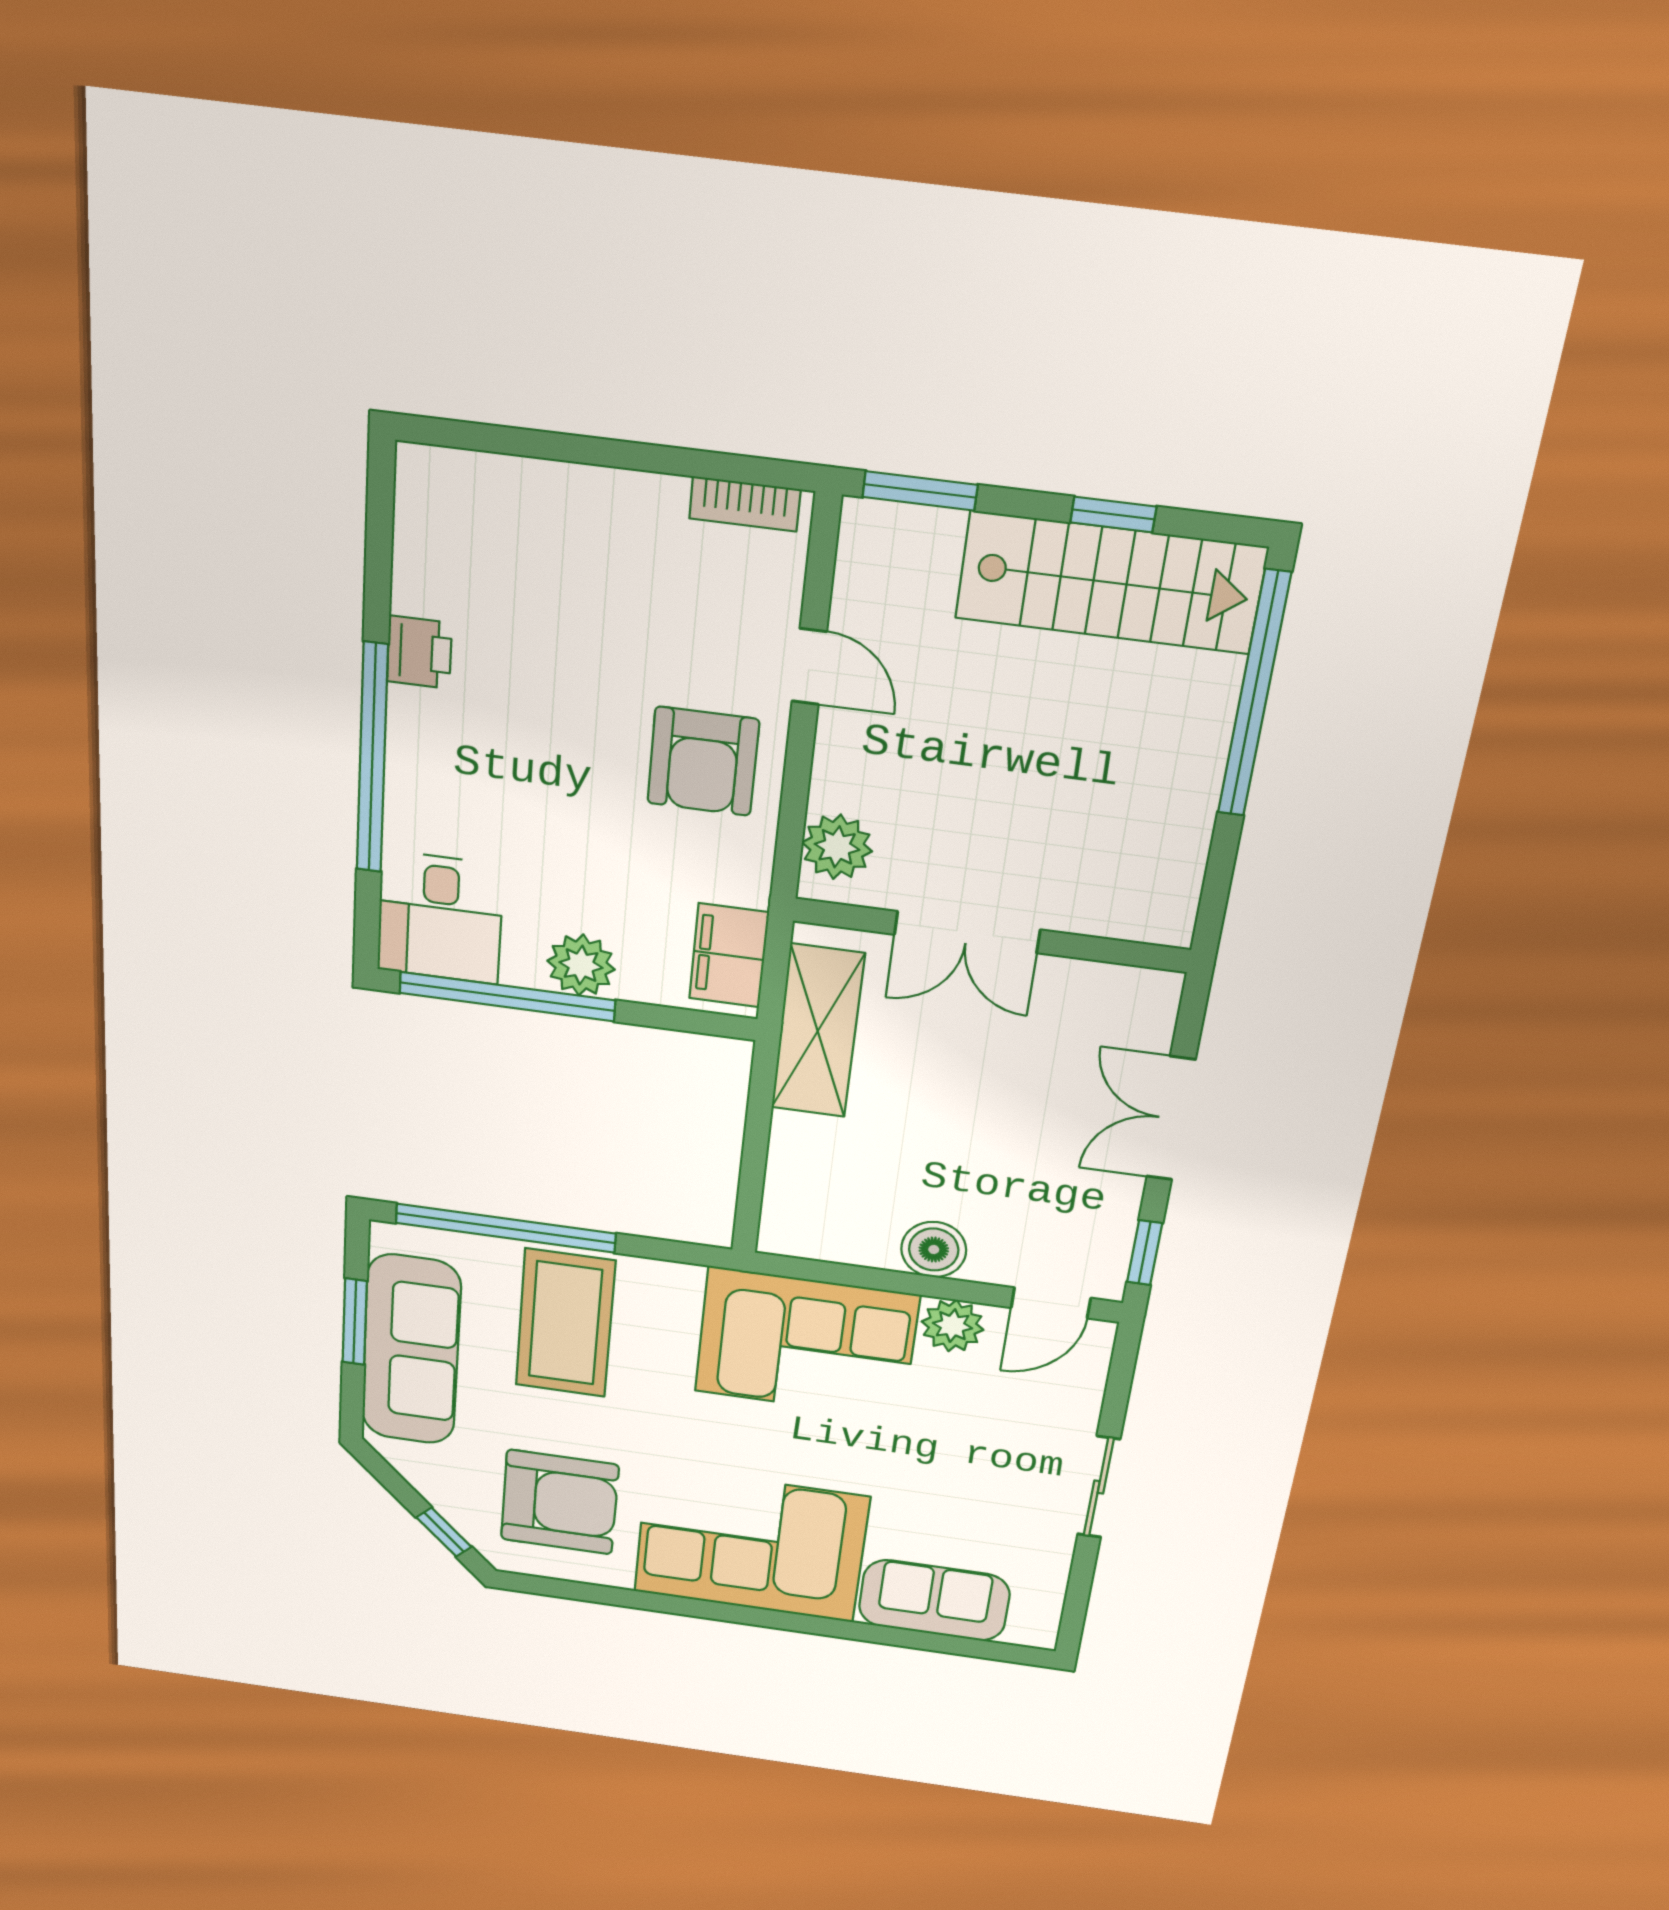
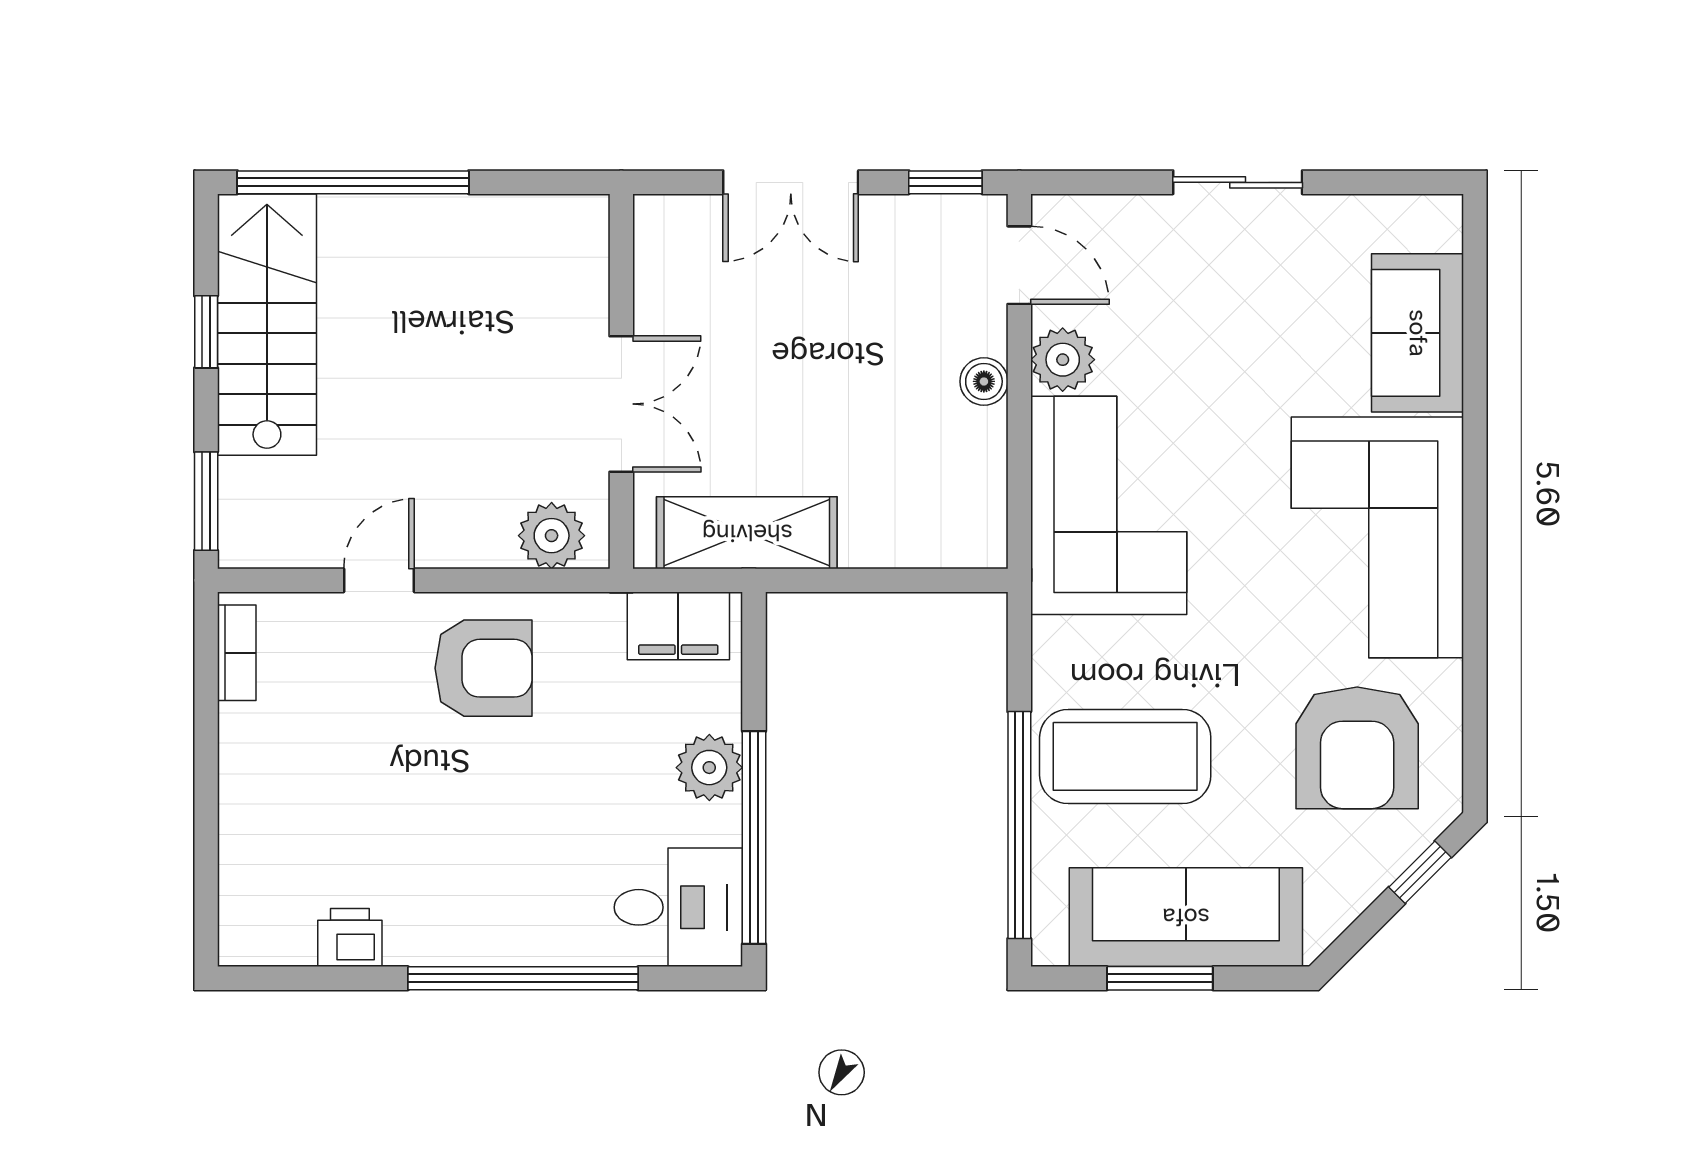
printer: (419, 652) -> (350, 938), moved
boiler: (934, 1250) -> (984, 381), width x0.73, depth x0.73
armchair: (560, 1502) -> (1357, 748), turned 180

